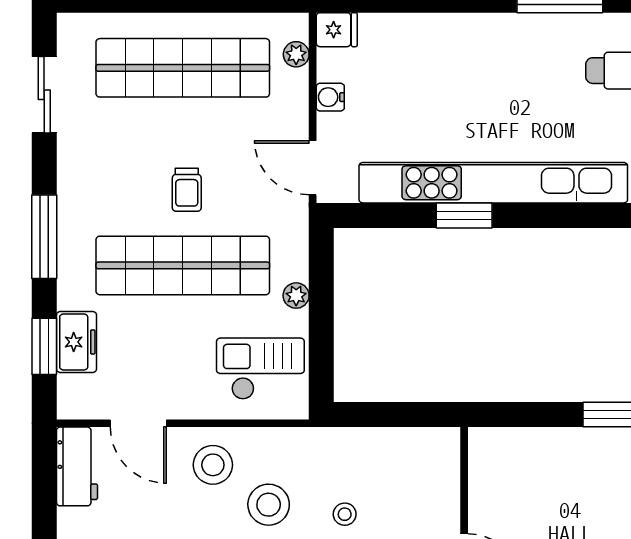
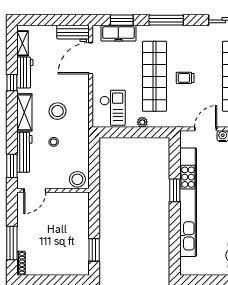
door: (313, 168) -> (206, 129), moved
freezer: (76, 342) -> (118, 33), width x1.40
door: (138, 423) -> (91, 58), width x1.36
stool: (213, 465) -> (77, 179), moved

